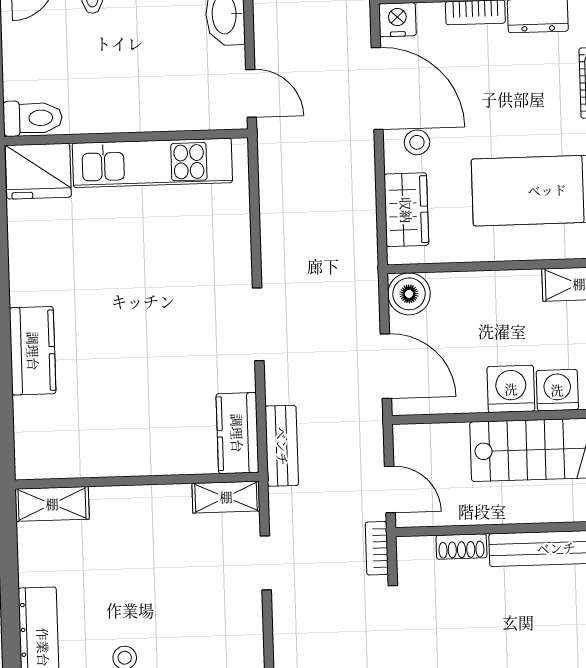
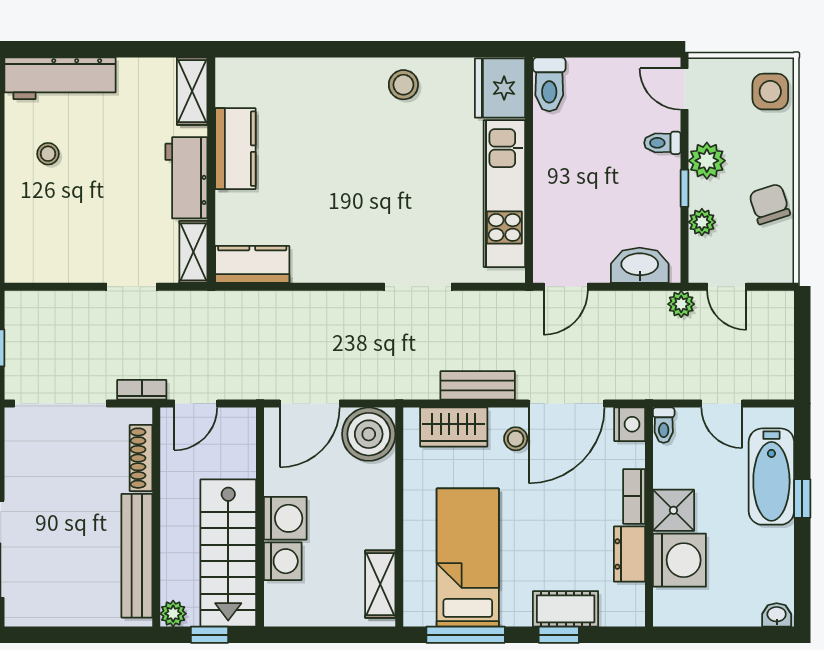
stool: (38, 276) -> (403, 85), added
boiler: (409, 294) -> (369, 434), width x1.37, depth x1.37
doorway: (258, 324) -> (418, 287), moved
kitchen counter: (33, 351) -> (235, 149), moved, turned -90
bench: (282, 446) -> (478, 385), moved
workbench: (146, 507) -> (186, 178), added
shoe rack: (461, 546) -> (141, 458), width x1.43

